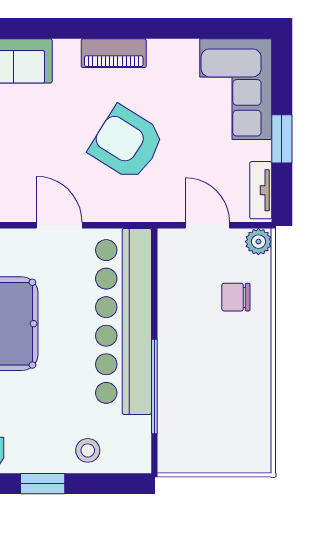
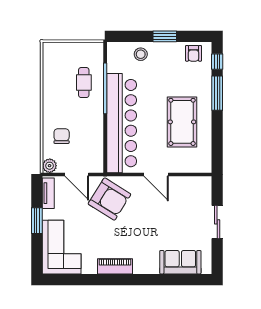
piano: (114, 53) -> (115, 266), moved
armchair: (127, 143) -> (109, 199), moved
chair: (236, 297) -> (62, 136), turned -90
cafe table: (194, 397) -> (84, 83), added

